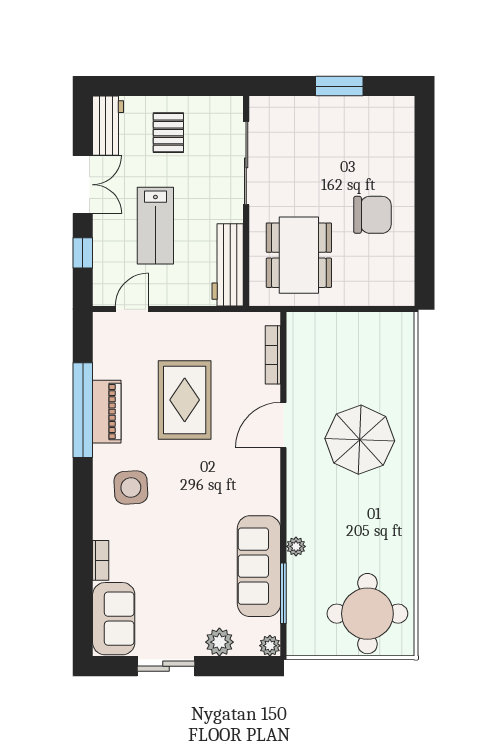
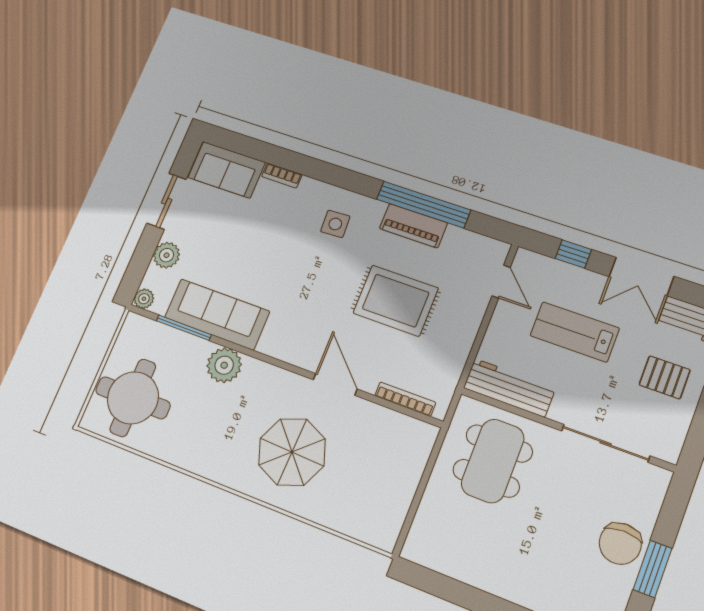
chair: (372, 215) -> (620, 544), moved
dining table: (299, 255) -> (493, 461), turned 90
side table: (131, 488) -> (335, 224), width x0.73, depth x0.73
plant: (296, 546) -> (224, 365), width x1.88, depth x1.88

